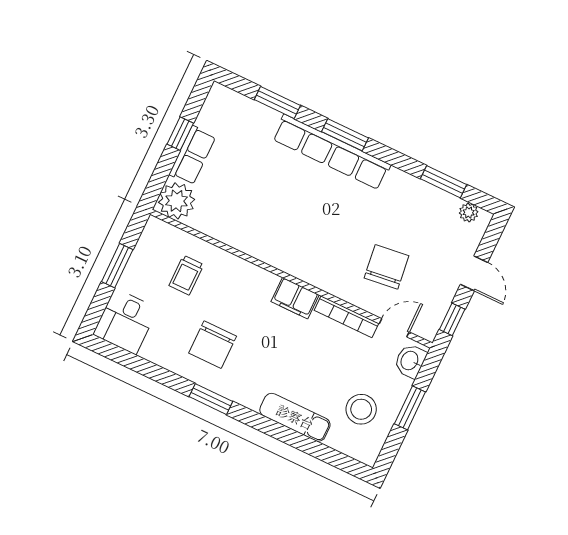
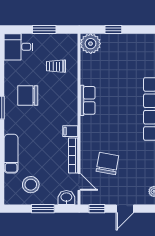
window: (180, 134) -> (113, 29), moved
row of seats: (192, 155) -> (88, 100), moved, turned -90
chair: (386, 267) -> (107, 163), turned -73
filing cabinet: (295, 298) -> (70, 131), width x0.50

